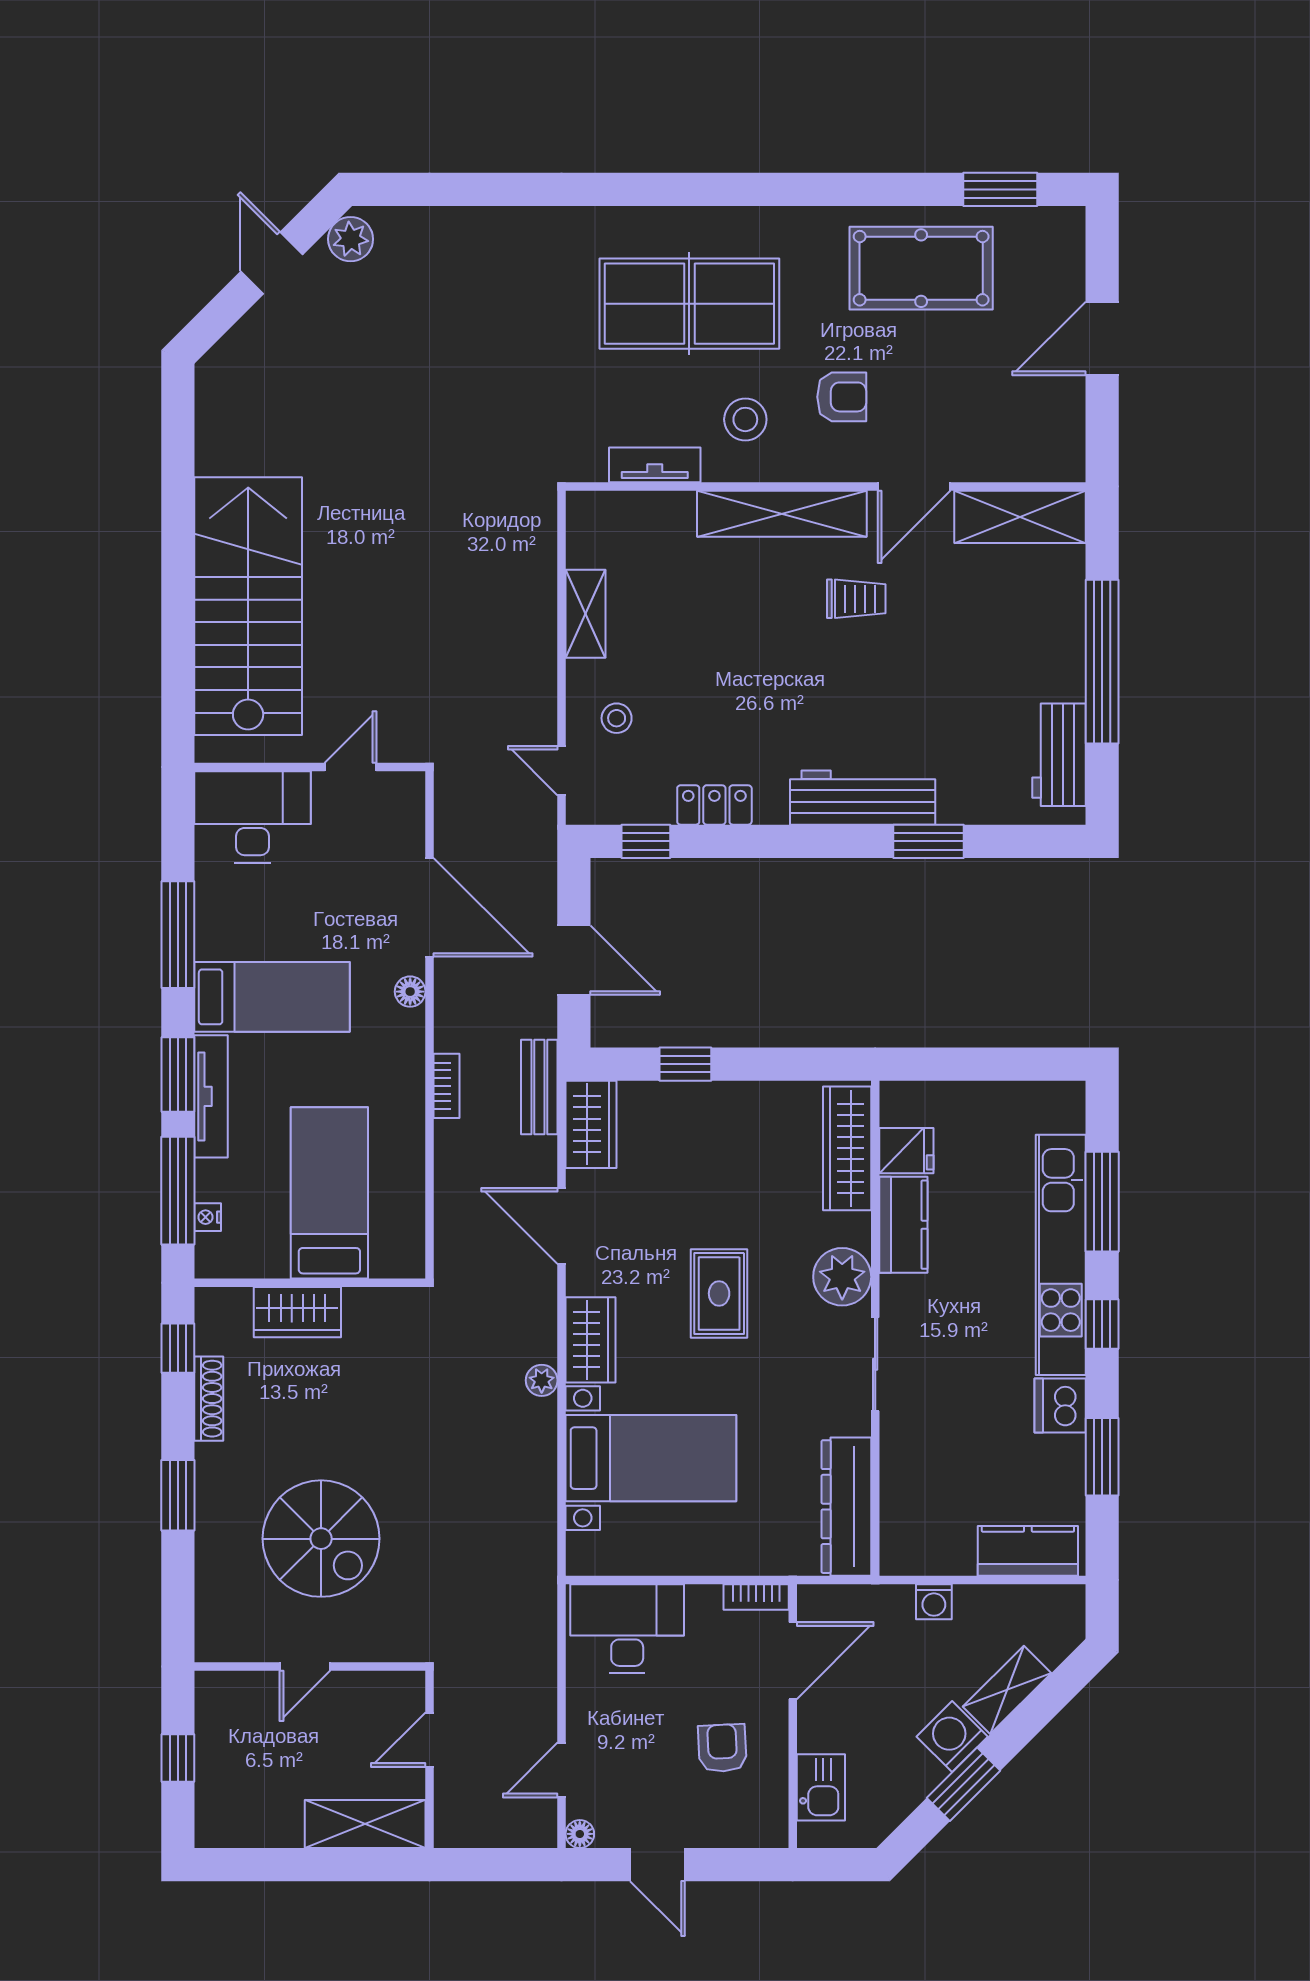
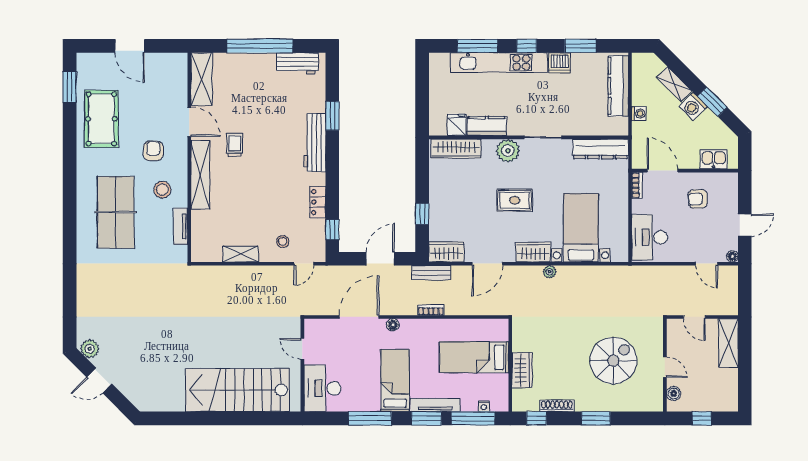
kitchen counter: (1028, 1551) -> (618, 86), width x1.50
boiler: (240, 1688) -> (674, 393), added

